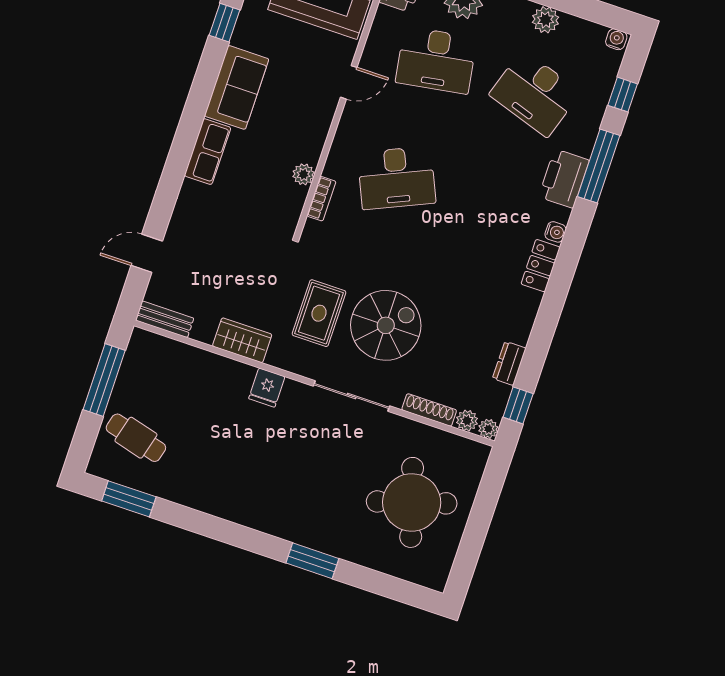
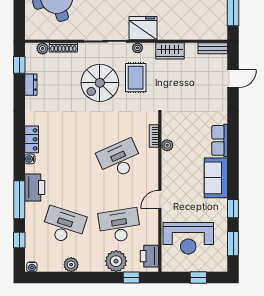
fridge: (267, 388) -> (143, 28), width x1.88, depth x1.34
plant: (488, 429) -> (138, 48), moved

